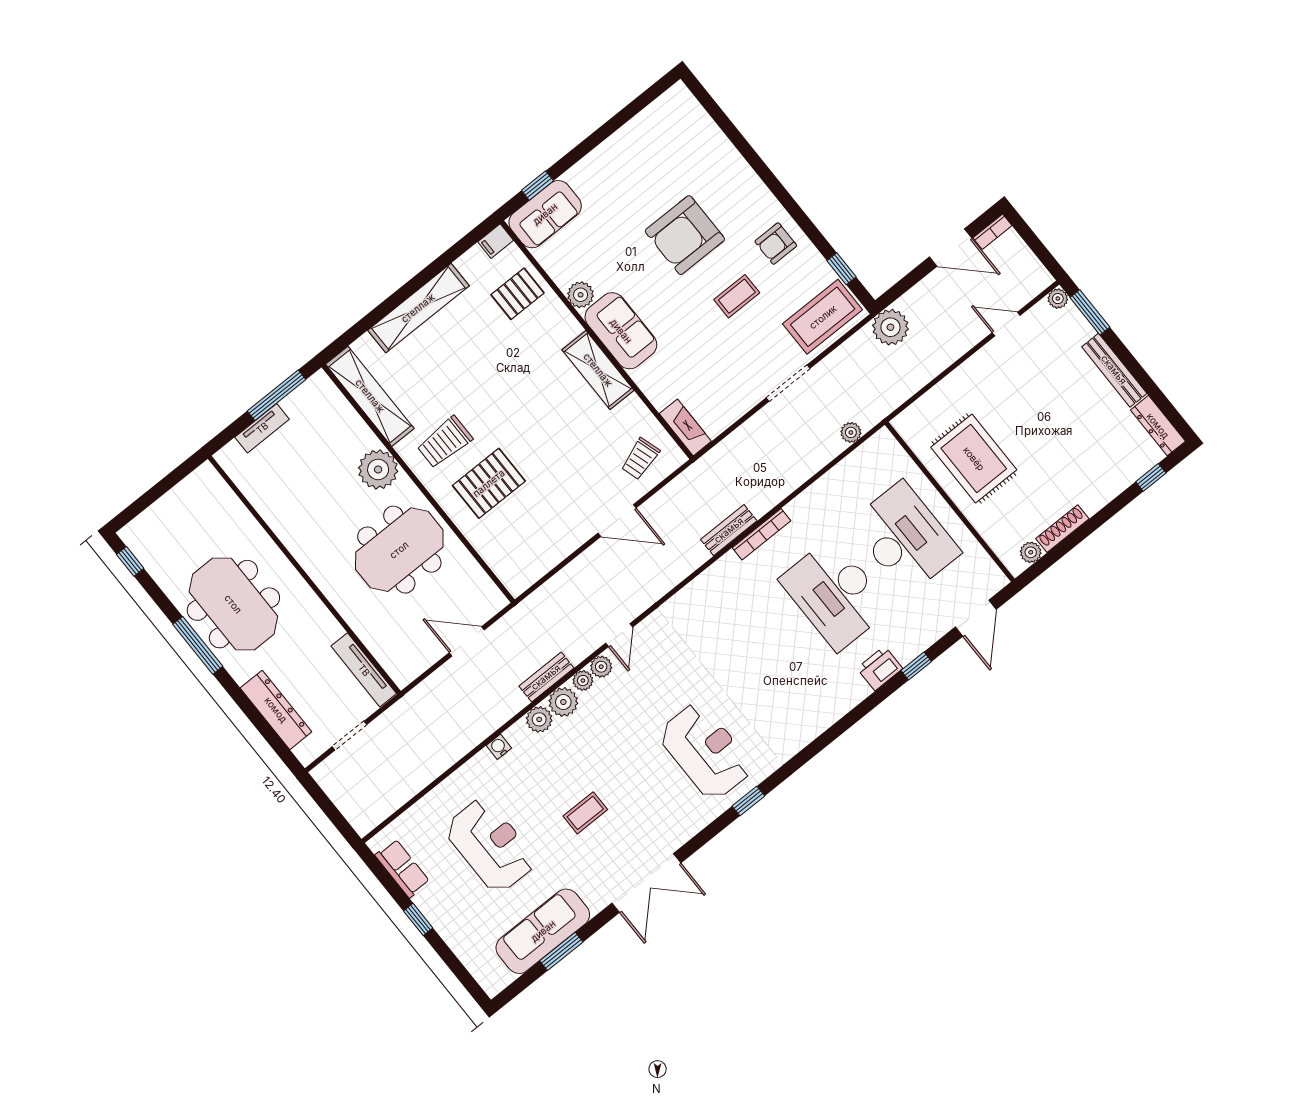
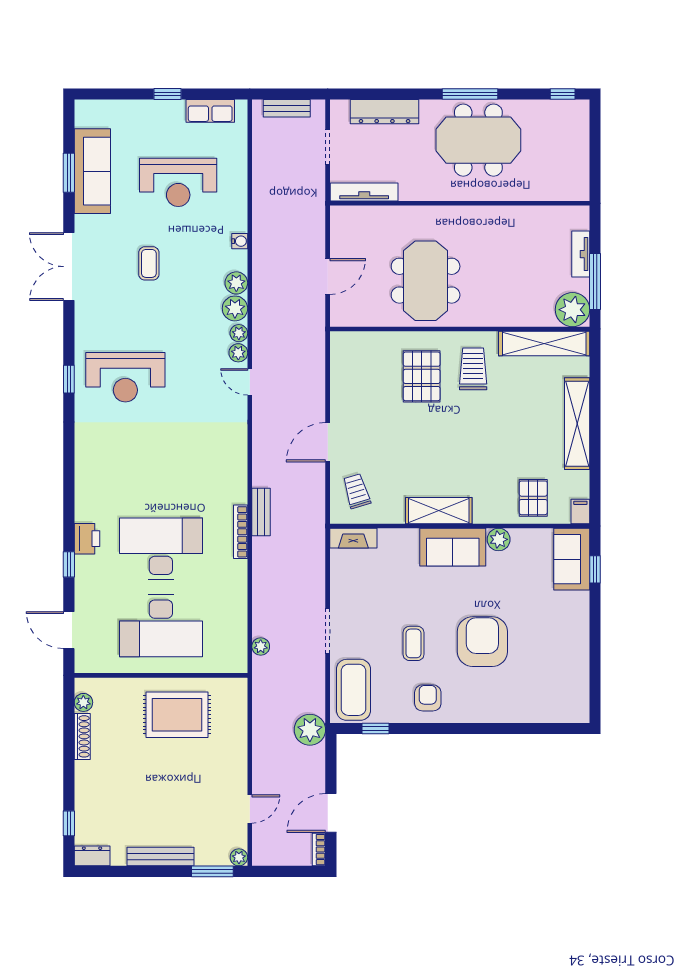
dresser: (1158, 426) -> (92, 856), width x0.70
plant: (378, 469) -> (573, 310), moved
bench: (546, 677) -> (287, 108), moved, turned 90

